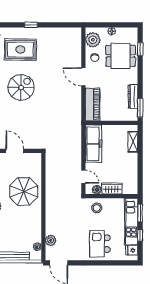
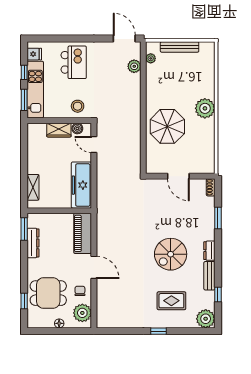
rug: (20, 50) -> (171, 301), width x0.73, depth x0.70

